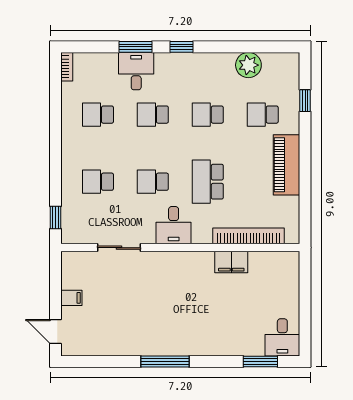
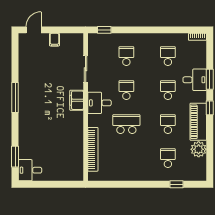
piano: (287, 165) -> (198, 122), moved, turned -90
filing cabinet: (231, 262) -> (77, 100), moved

